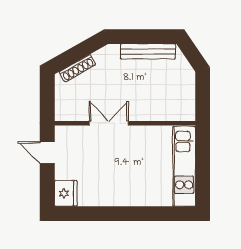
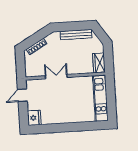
wardrobe: (185, 104) -> (99, 63), added
door: (47, 153) -> (22, 95), hinge flipped

